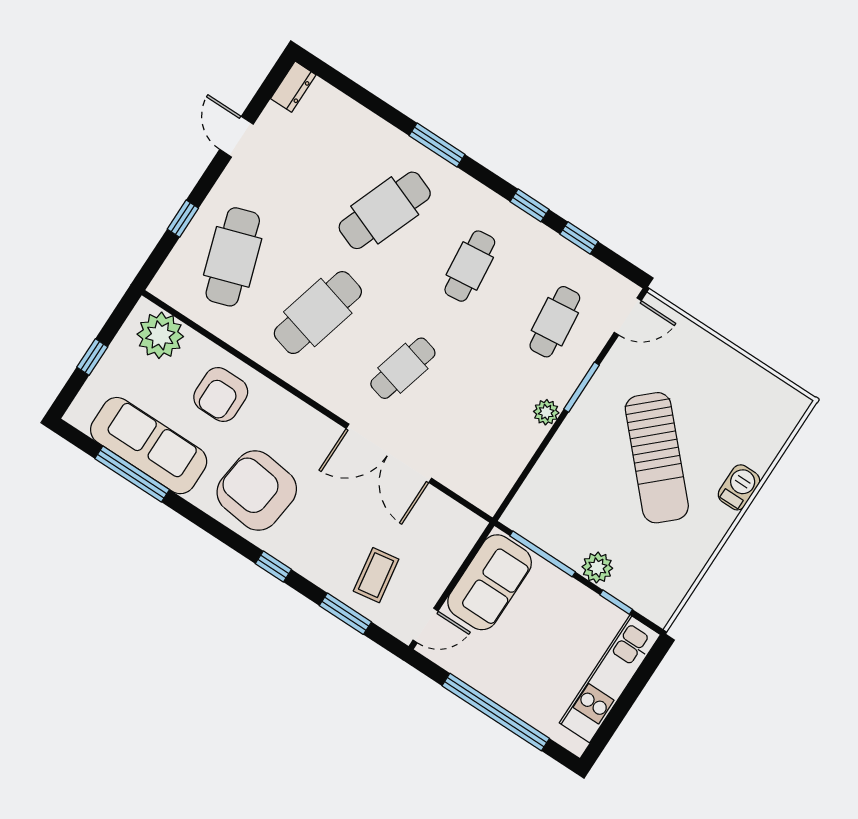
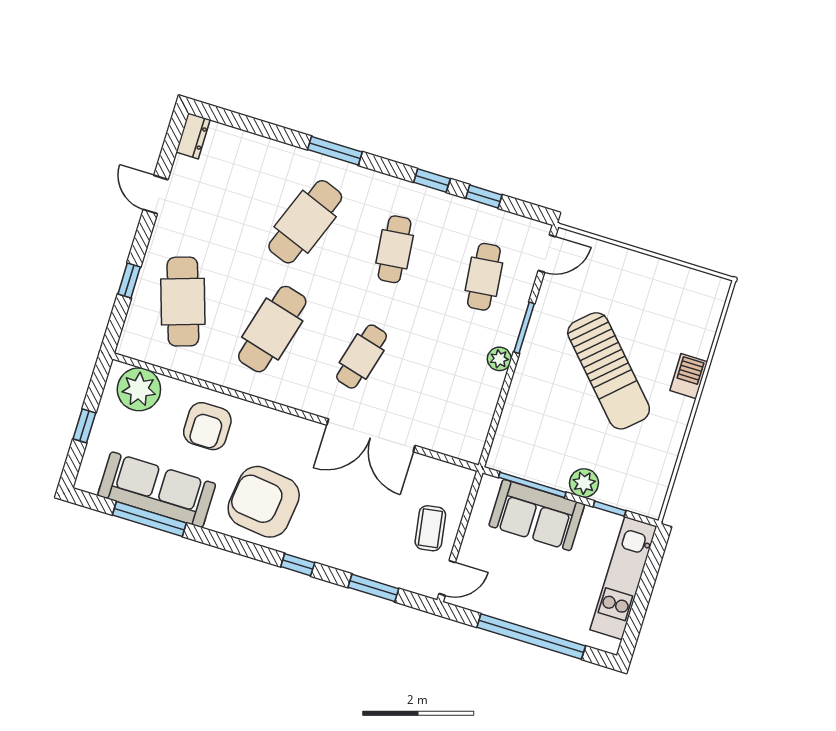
coffee table: (376, 575) -> (430, 528), moved
sofa: (490, 582) -> (537, 515), moved, turned 90

